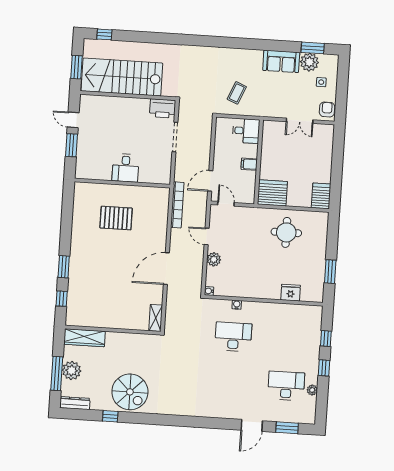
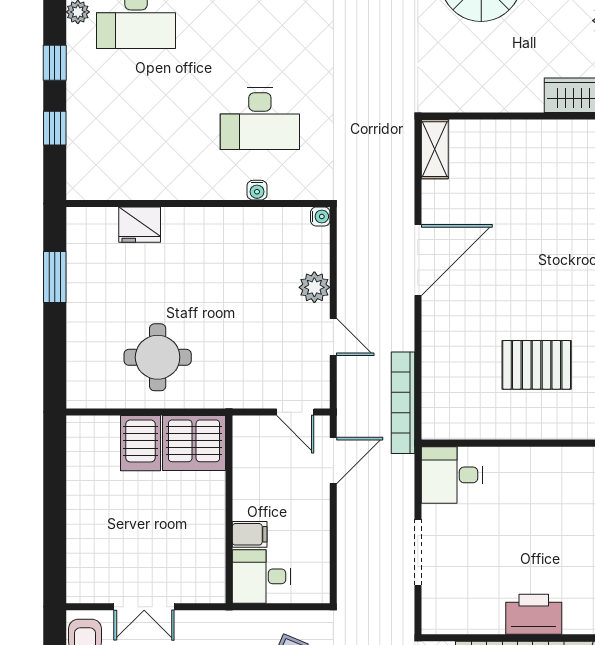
printer: (163, 108) -> (534, 614), moved
double door: (300, 121) -> (144, 607), swing flipped
filing cabinet: (249, 164) -> (250, 534), moved
desk: (125, 168) -> (452, 475), moved, turned -90
server rack: (321, 196) -> (140, 443), moved

